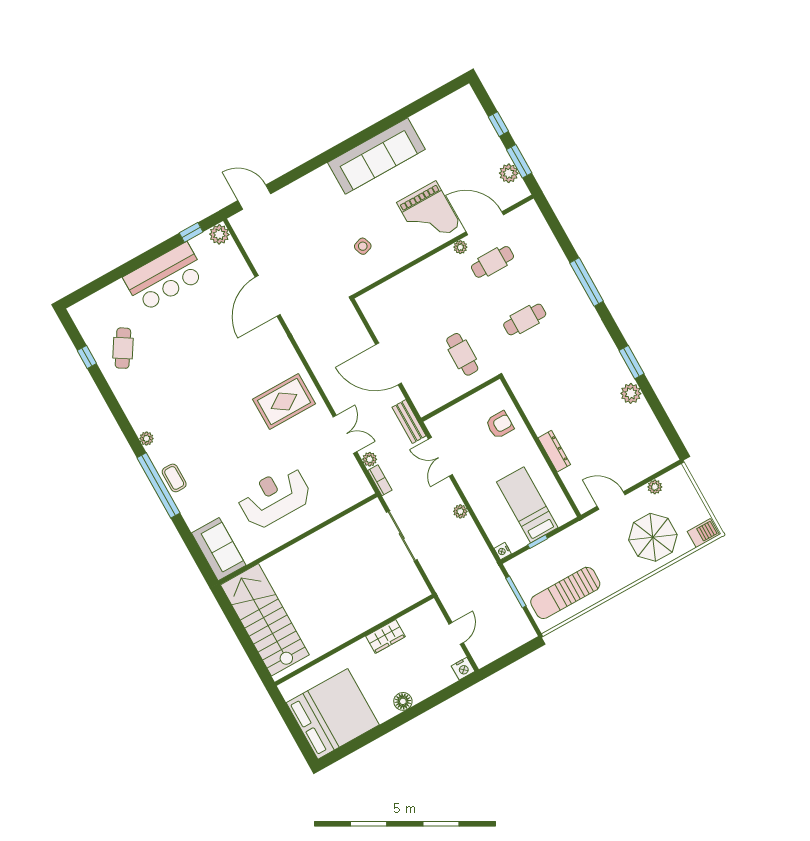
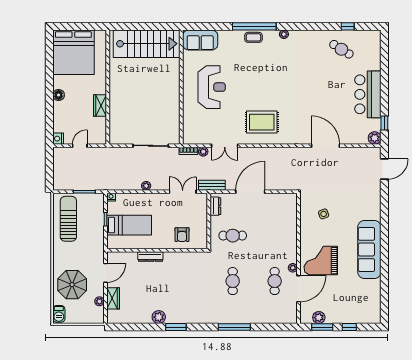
rug: (284, 401) -> (262, 122), turned 90
dresser: (435, 401) -> (215, 206), added
wardrobe: (640, 470) -> (113, 298), added
door: (456, 633) -> (80, 146), swing flipped

